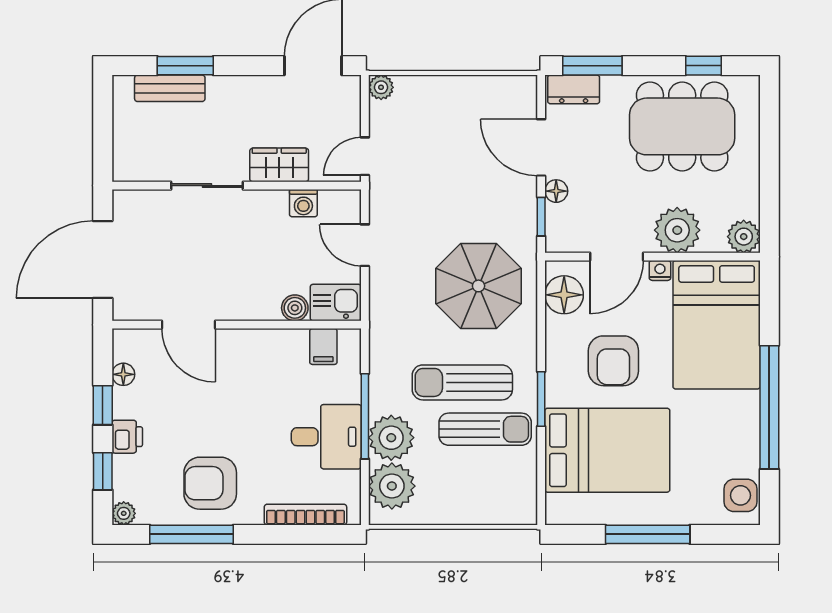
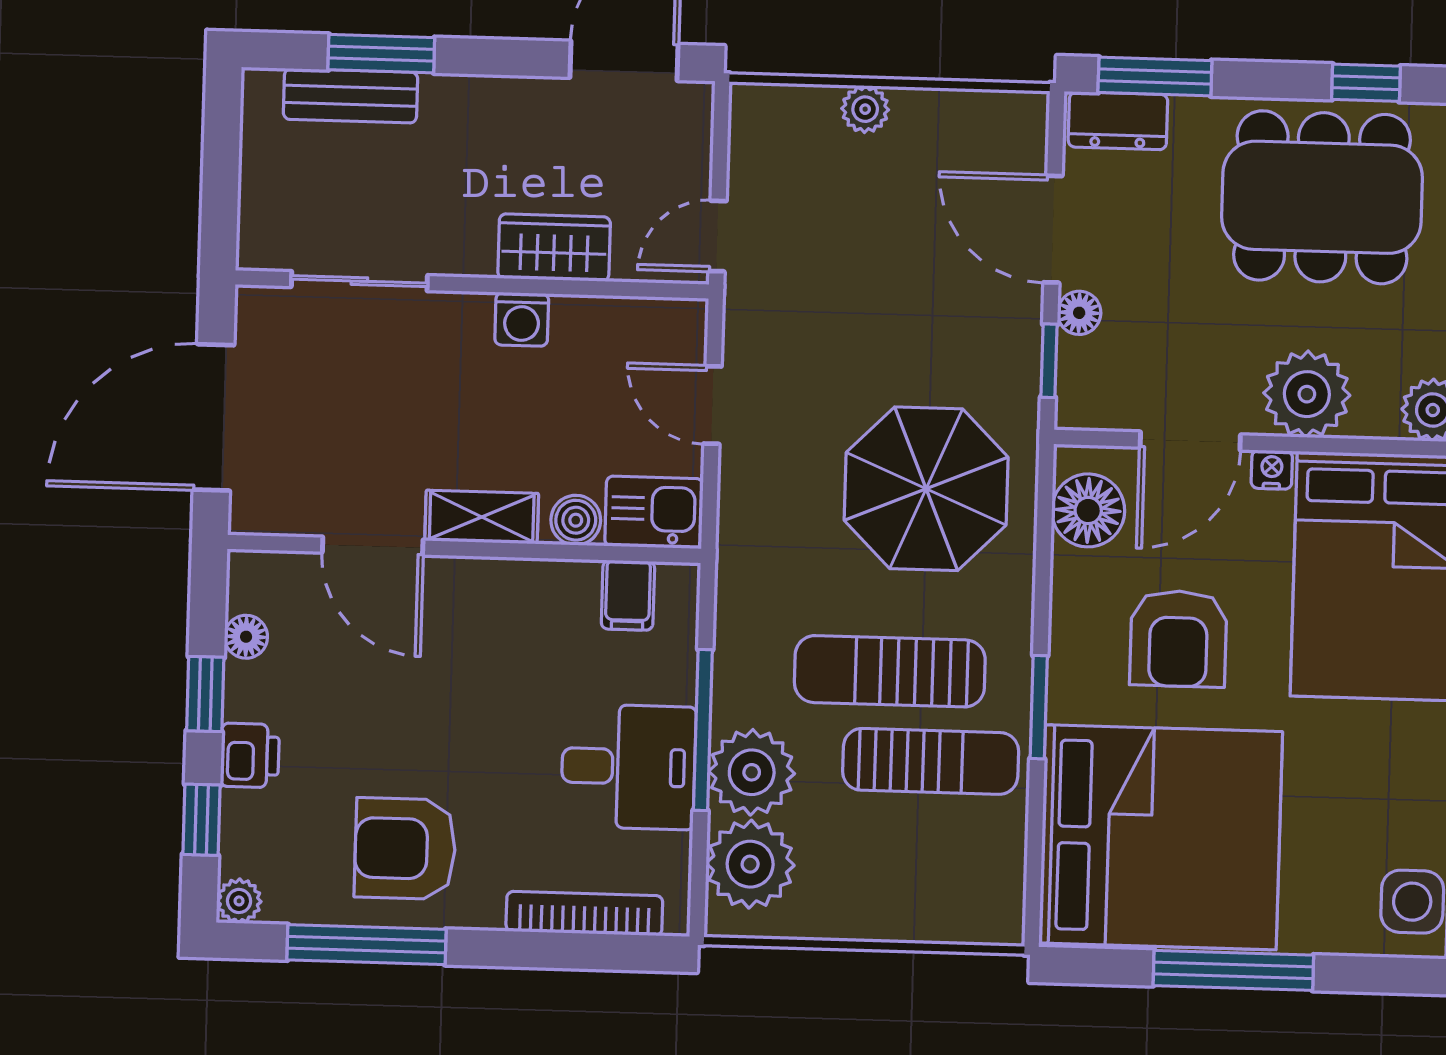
plant: (381, 87) -> (865, 109), moved
sliding door: (207, 186) -> (359, 281), moved
washing machine: (303, 203) -> (522, 319), moved
shelving: (245, 308) -> (482, 517), added
bed: (607, 450) -> (1161, 837), width x1.36

